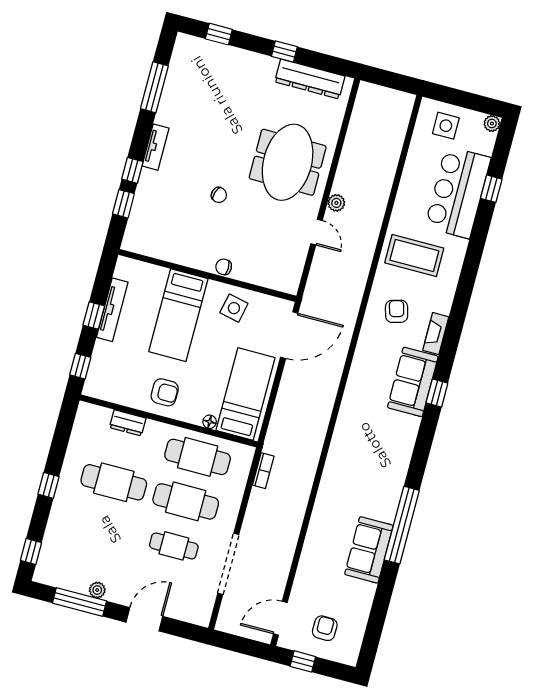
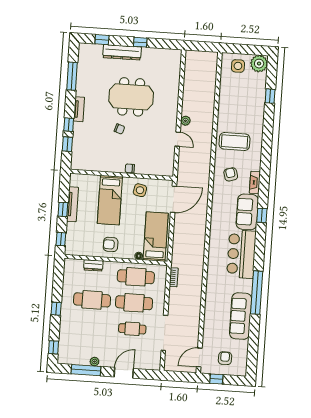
dresser: (310, 79) -> (122, 52), moved
plant: (492, 124) -> (259, 64), width x1.87, depth x1.87
meeting table: (288, 162) -> (131, 97), moved, turned 90
bar counter: (458, 192) -> (241, 254), moved
armchair: (165, 392) -> (111, 244), turned 180
sofa: (369, 550) -> (241, 316), width x1.36

